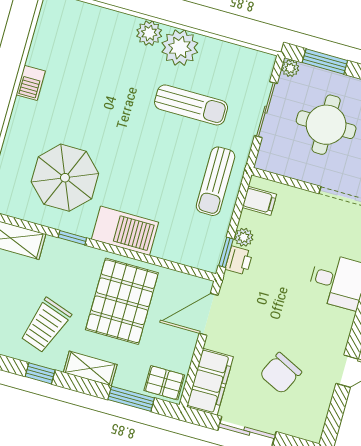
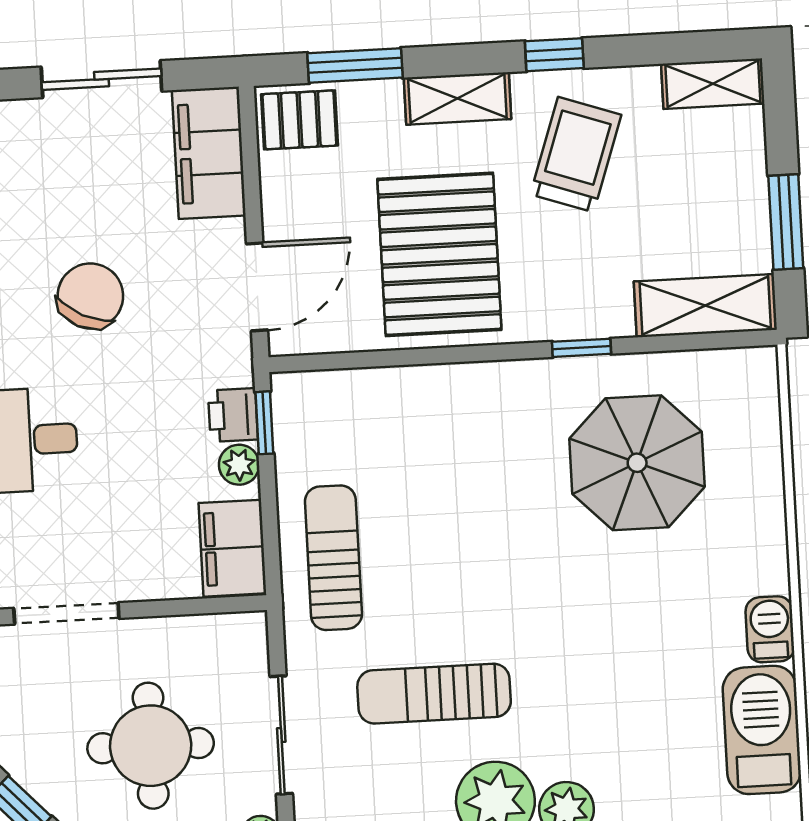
filing cabinet: (259, 201) -> (232, 548), width x2.00
barbecue: (125, 231) -> (762, 730), moved, turned 90
chair: (281, 373) -> (90, 296), moved

